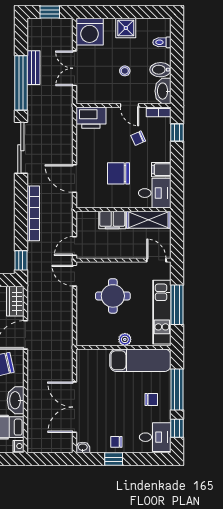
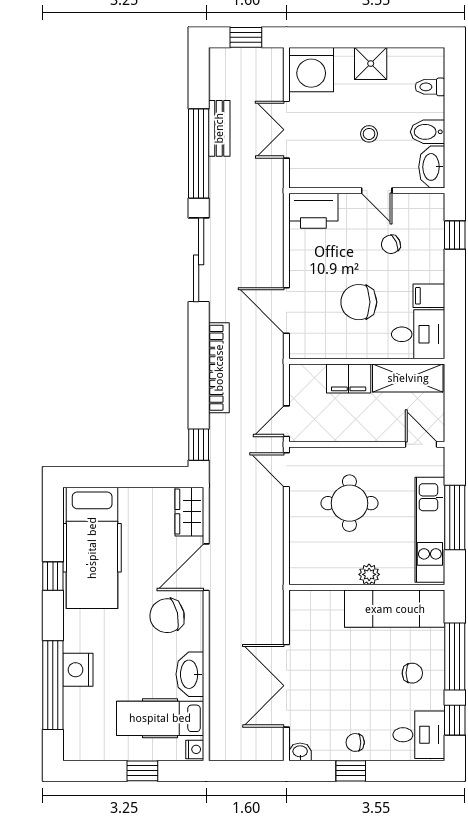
bookcase: (159, 112) -> (425, 201), removed

